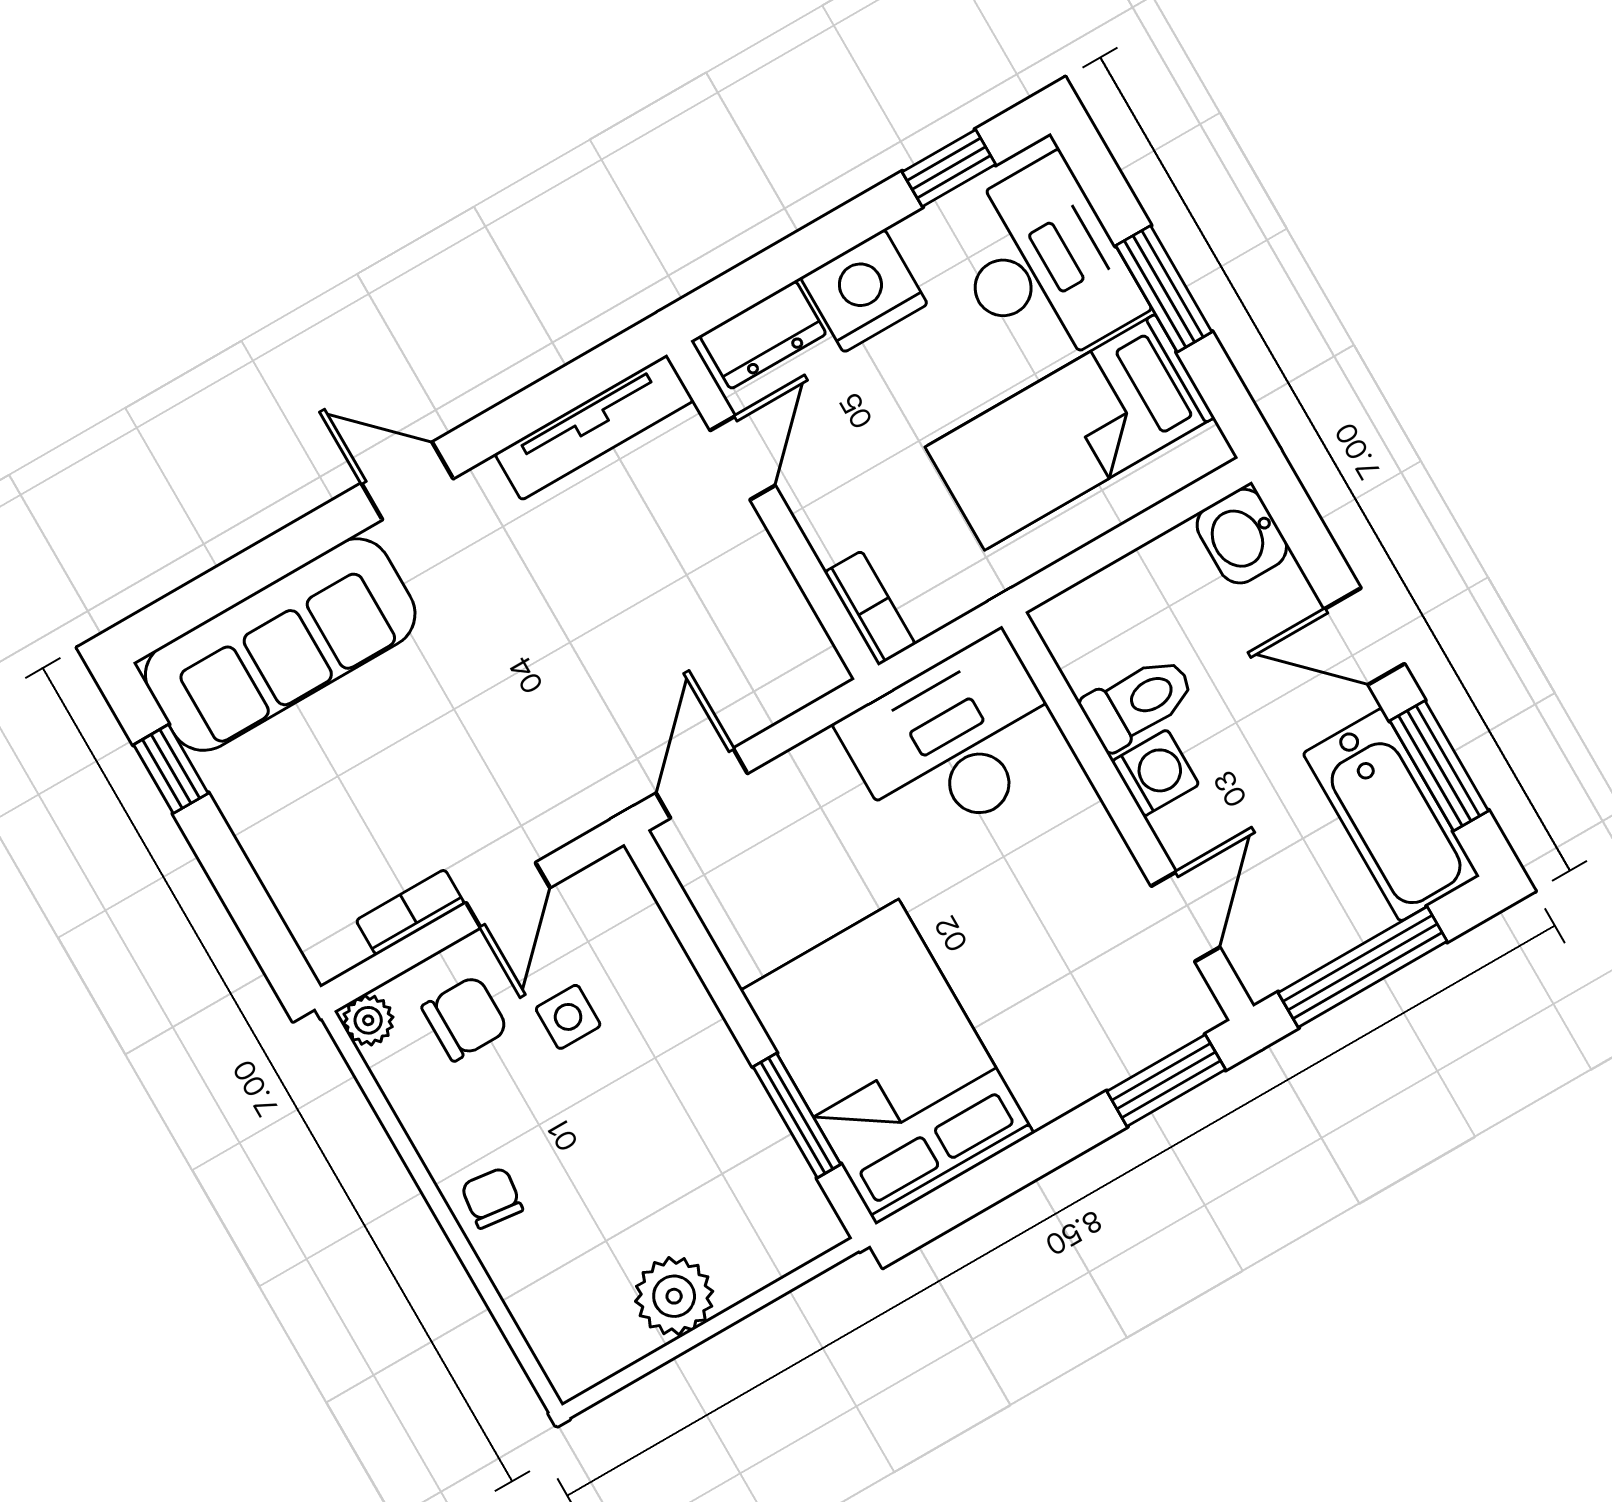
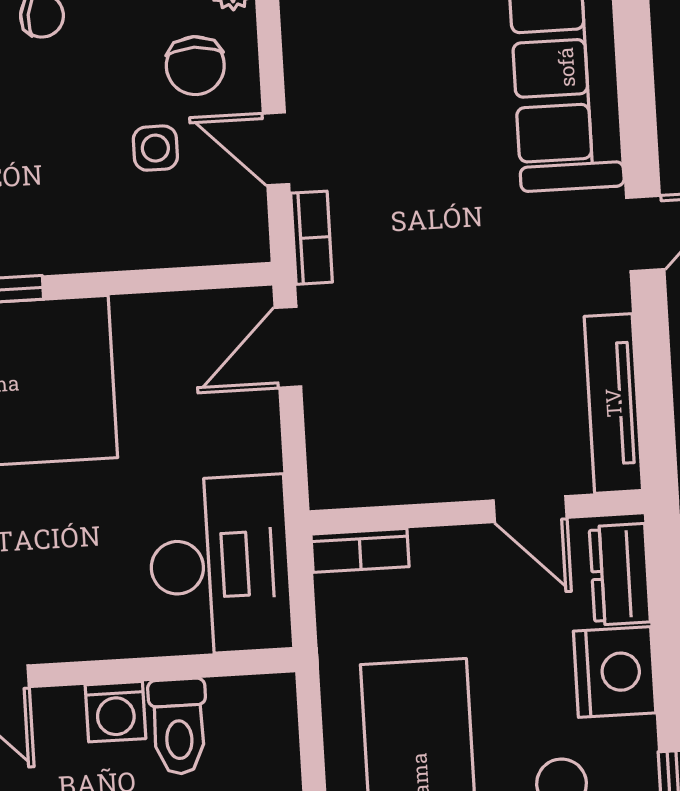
door: (702, 783) -> (288, 347), swing flipped
bookcase: (410, 912) -> (312, 238), moved

